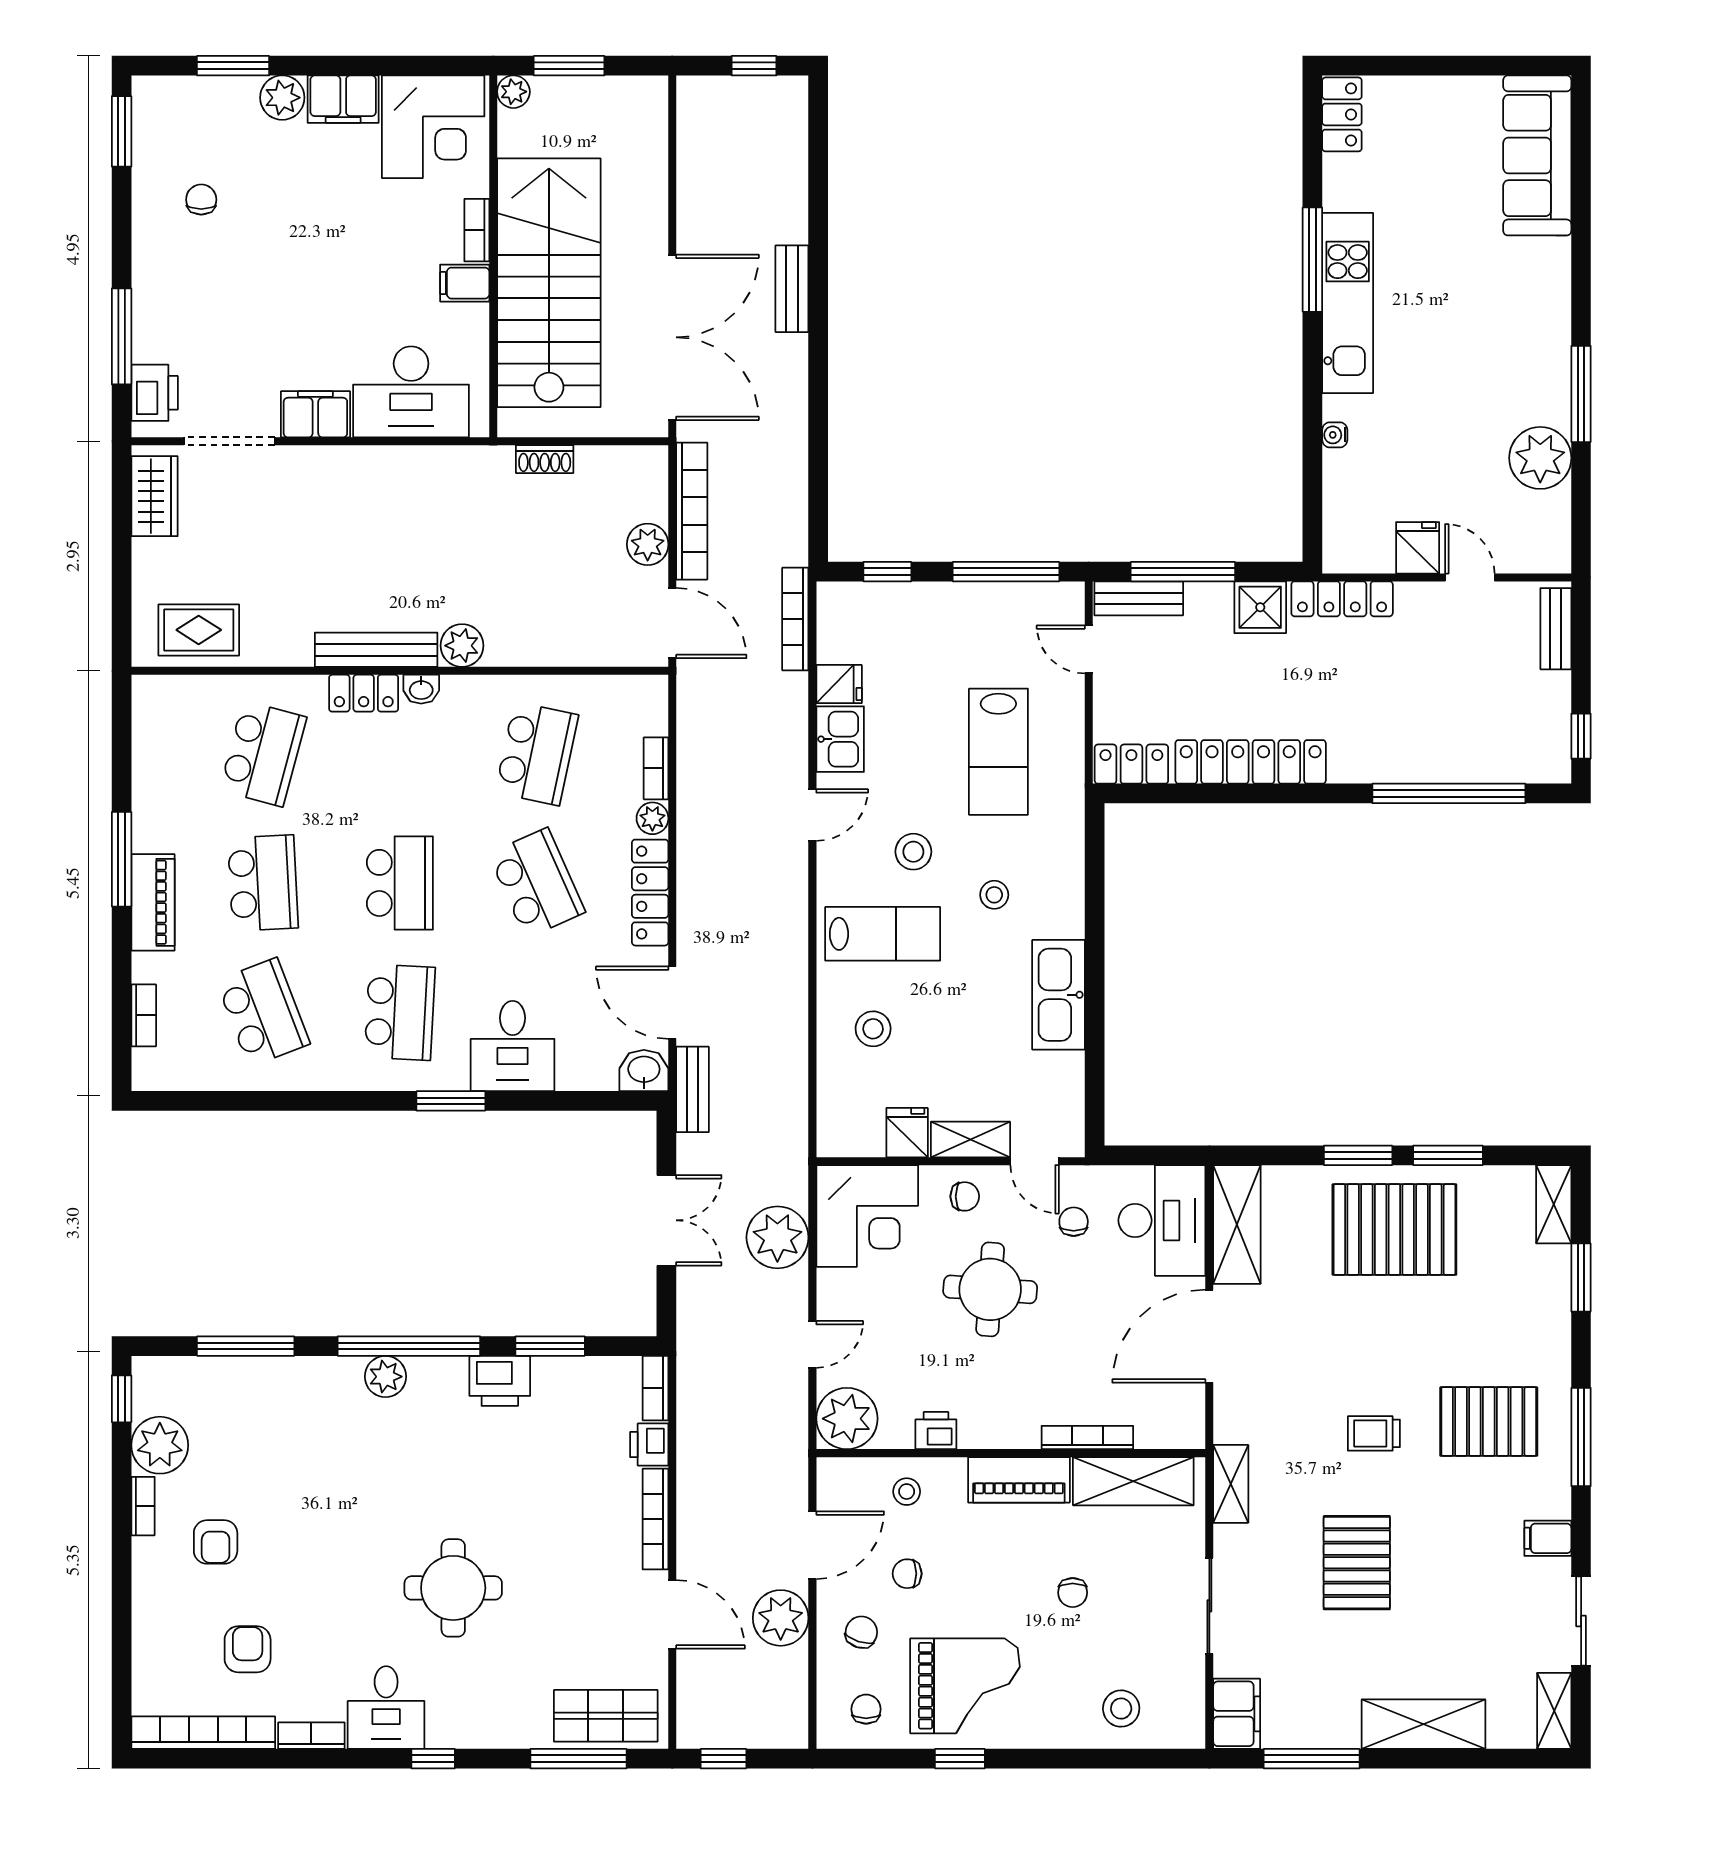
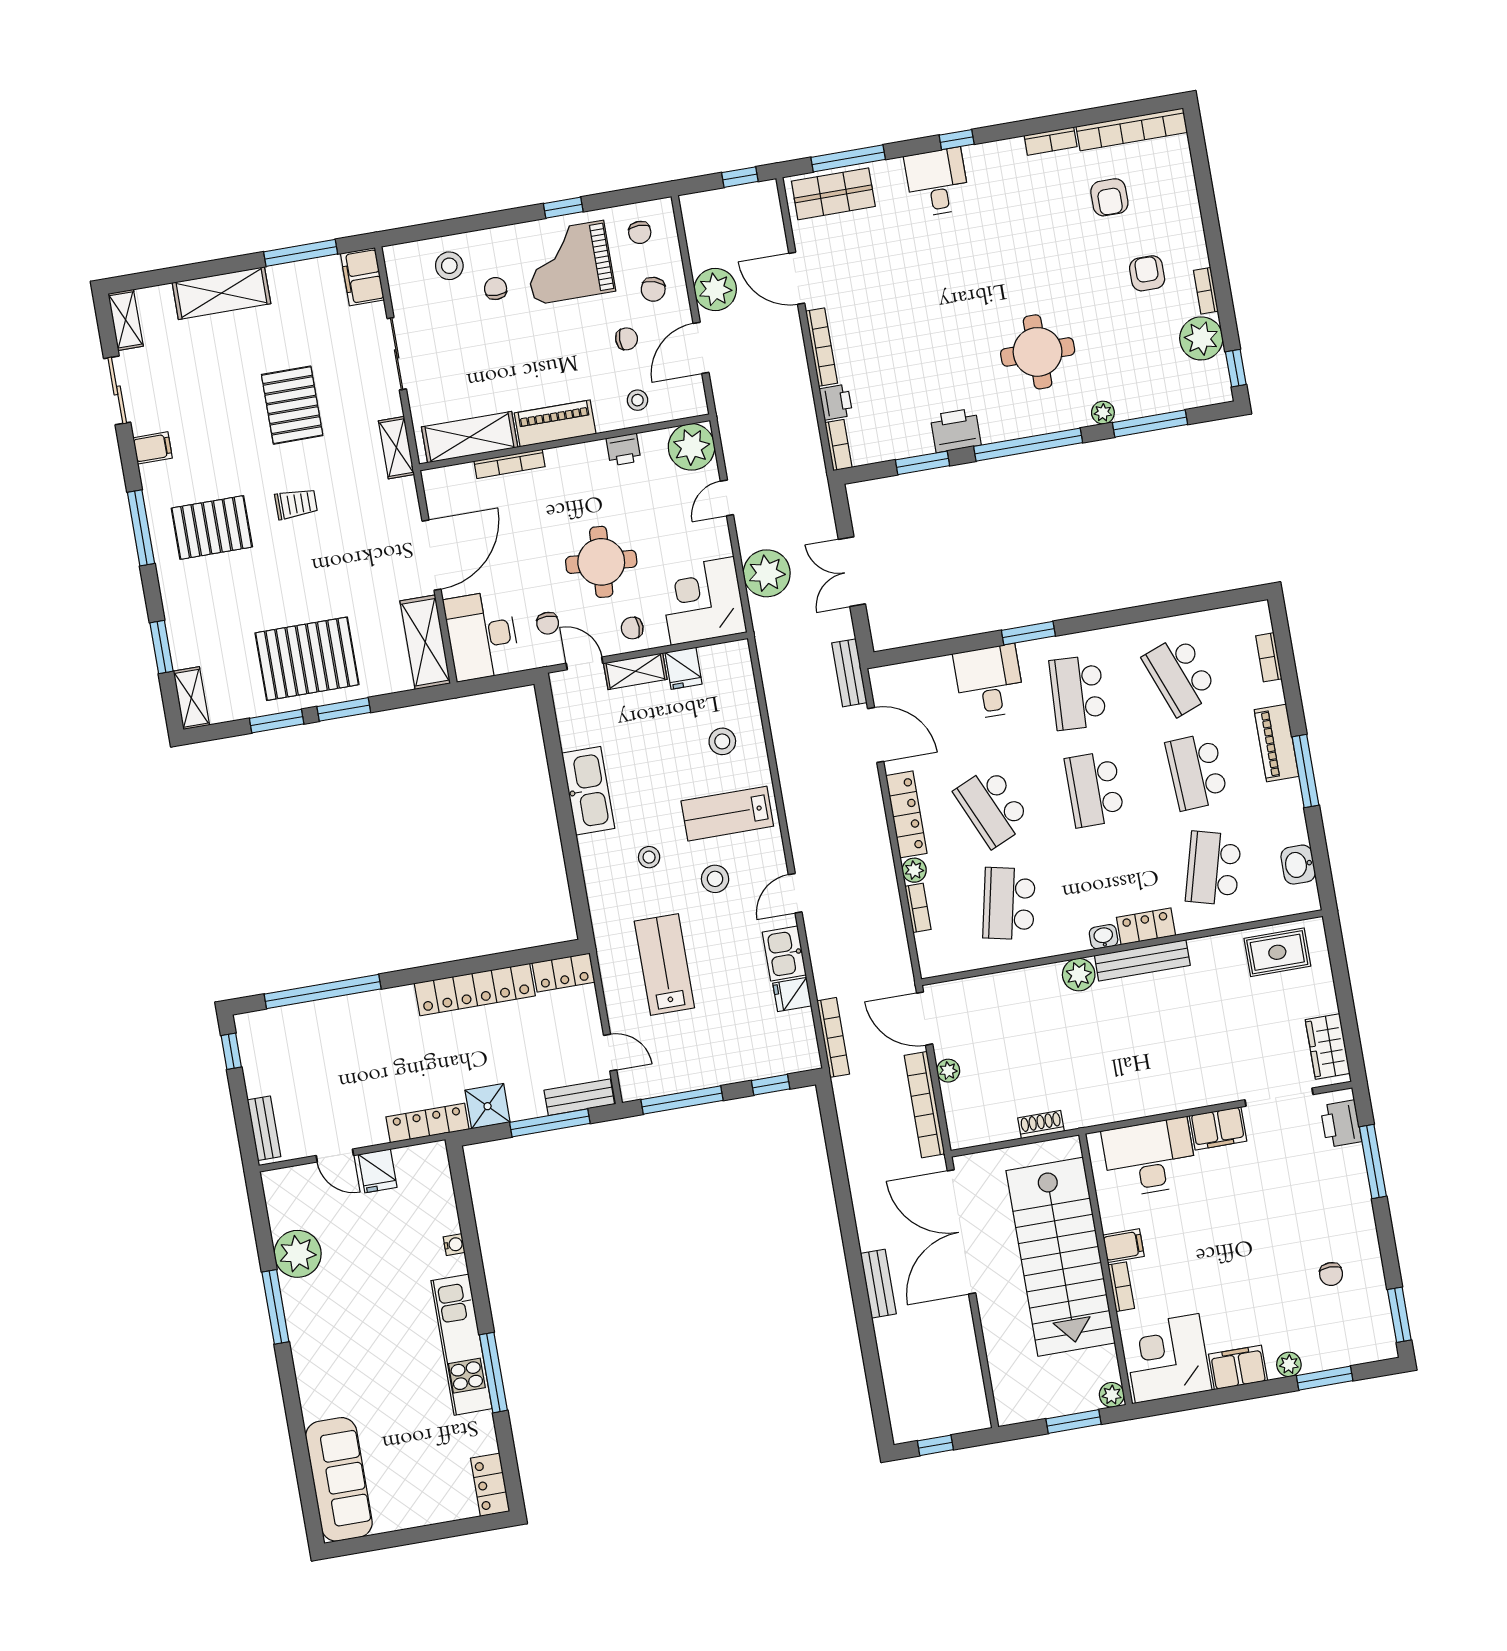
plant: (282, 98) -> (1289, 1364), width x0.73, depth x0.73
plant: (648, 544) -> (948, 1071), width x0.73, depth x0.73
washbasin: (644, 1070) -> (1298, 865), moved, turned 90
plant: (385, 1377) -> (1103, 413), moved, width x0.73, depth x0.73
round table: (453, 1588) -> (1038, 352), moved
chair: (1073, 1593) -> (496, 289), moved
desk: (386, 1708) -> (937, 182), moved

